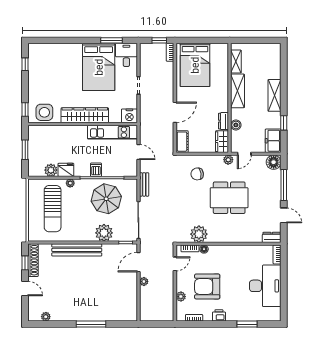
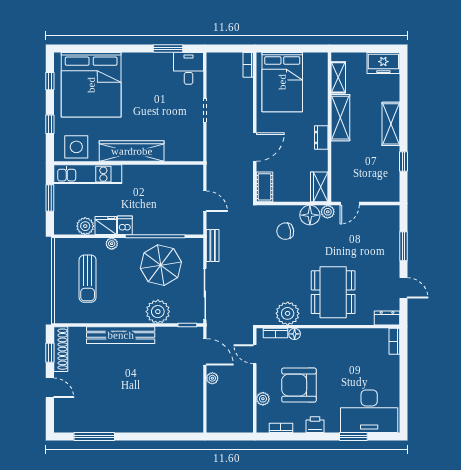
window: (159, 40) -> (233, 49), removed
bed: (99, 67) -> (91, 85), moved, width x1.36
window: (25, 110) -> (50, 124), moved
nightstand: (129, 116) -> (193, 152), removed
dresser: (224, 121) -> (321, 137), moved
boiler: (236, 125) -> (338, 164), removed
kitchen unit: (112, 132) -> (88, 174), moved
freezer: (273, 141) -> (383, 63), moved, turned -90
floor lamp: (274, 162) -> (310, 215), moved
dishwasher: (96, 170) -> (125, 225), moved
window: (284, 185) -> (404, 246), width x0.69
dining table: (229, 198) -> (333, 292), moved, turned 90
sun lounger: (53, 209) -> (88, 279), width x0.73, depth x0.75
door: (138, 262) -> (205, 352), swing flipped
door: (175, 264) -> (255, 354), swing flipped
desk: (265, 286) -> (369, 411), moved, turned 90
plant: (46, 317) -> (78, 426), removed
window: (91, 324) -> (94, 436), moved

